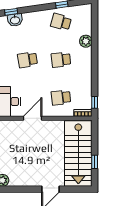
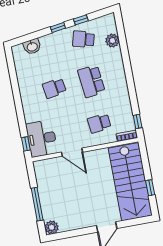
window: (11, 12) -> (58, 28), moved
plant: (86, 41) -> (112, 41), moved
school desk: (61, 60) -> (91, 81), width x1.85
door: (32, 118) -> (72, 152), swing flipped

